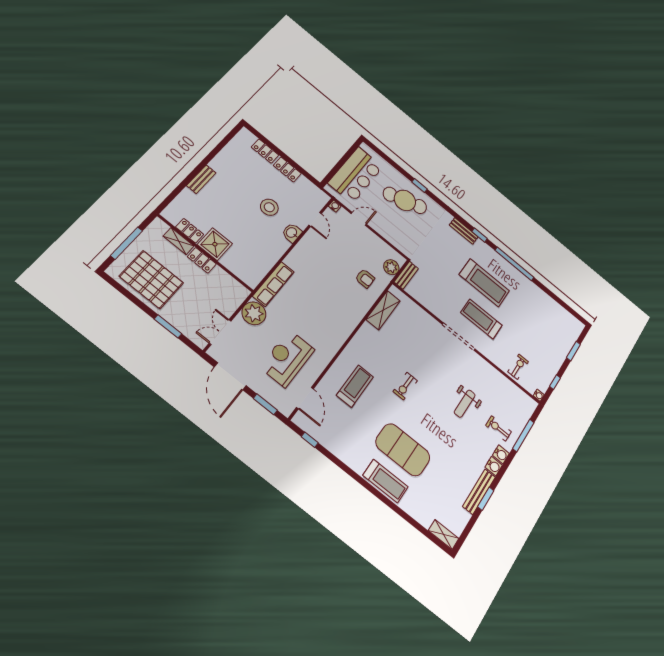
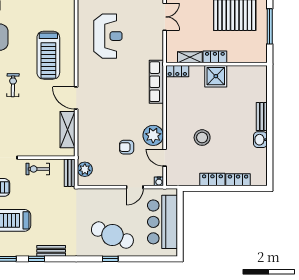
cafe table: (405, 200) -> (112, 235), turned 43
locker: (190, 231) -> (177, 71), moved
washbasin: (292, 233) -> (260, 140), moved, turned 180
shelving: (179, 241) -> (190, 57), moved
armchair: (365, 278) -> (127, 147), moved
exercise bike: (431, 300) -> (38, 169), added
plant: (254, 313) -> (153, 135), moved
treadmill: (355, 386) -> (48, 55), width x1.37, depth x1.38
door: (305, 398) -> (76, 98), moved

